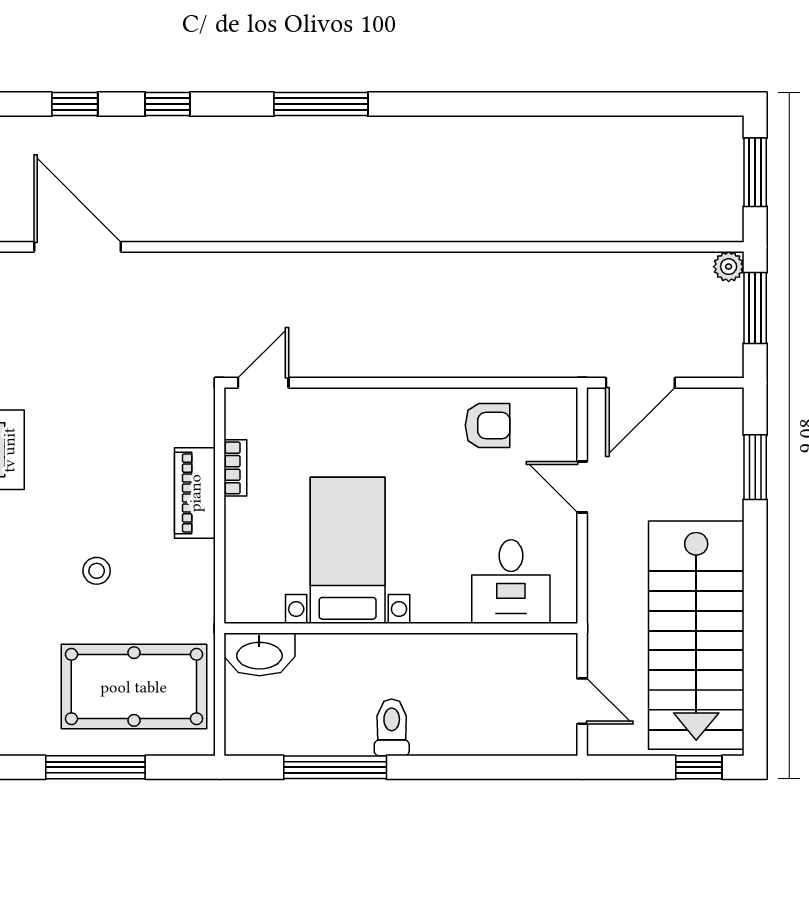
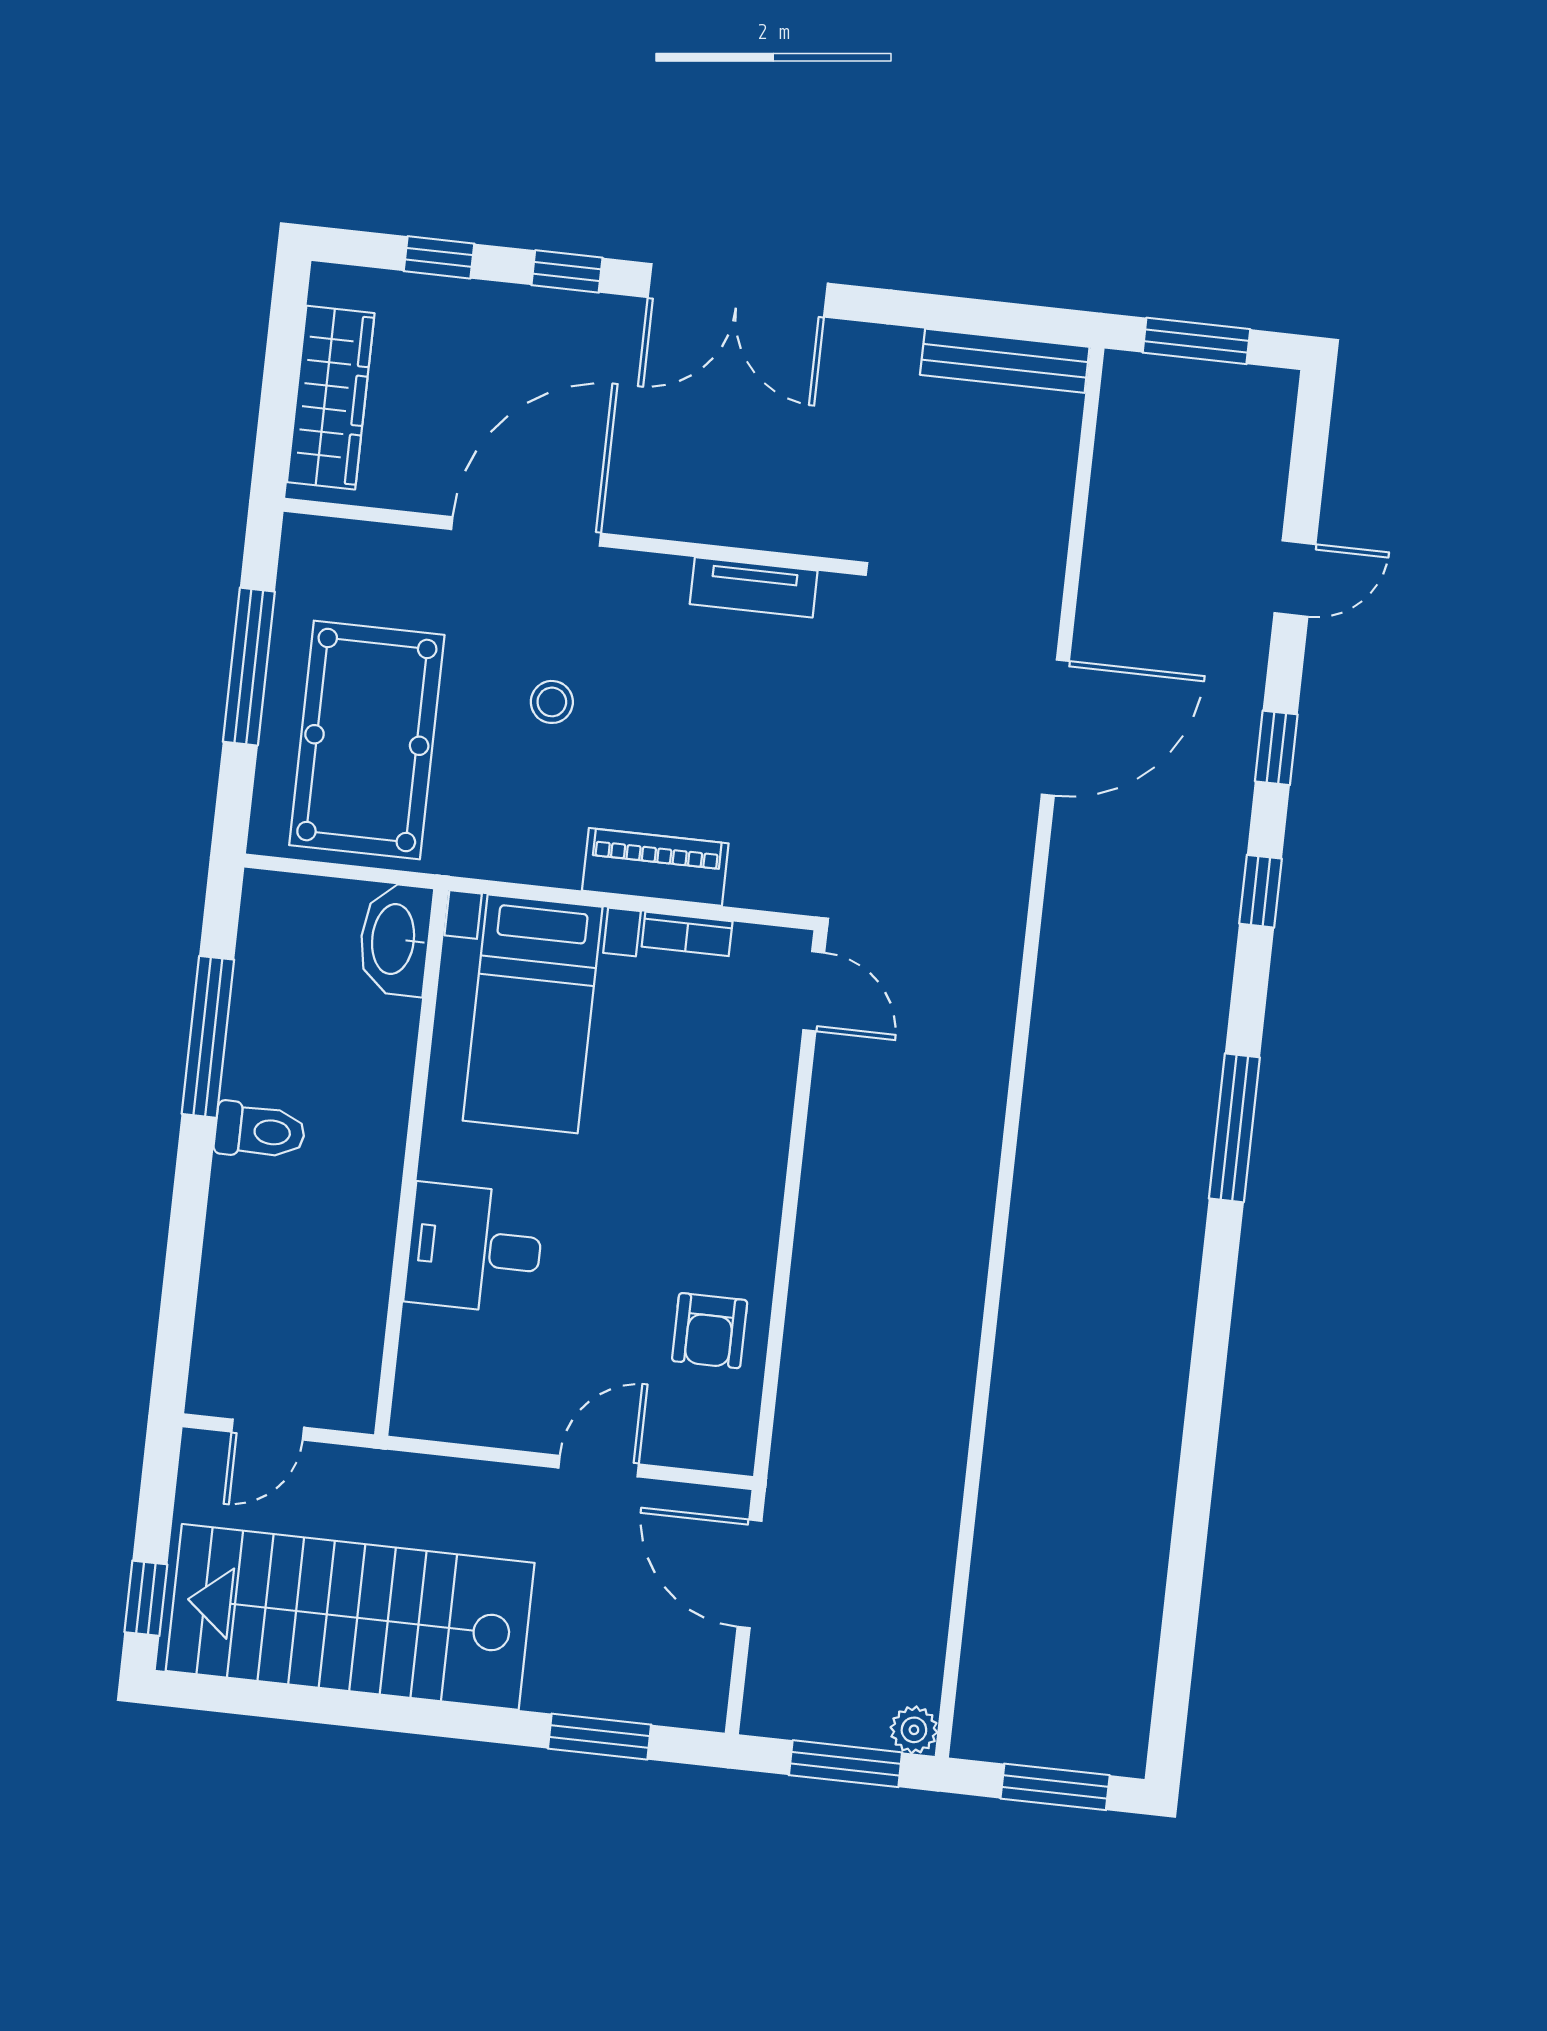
bed with nightstands: (348, 550) -> (533, 1014), moved, turned 90
desk: (511, 582) -> (475, 1248), moved

